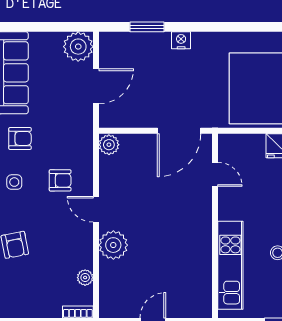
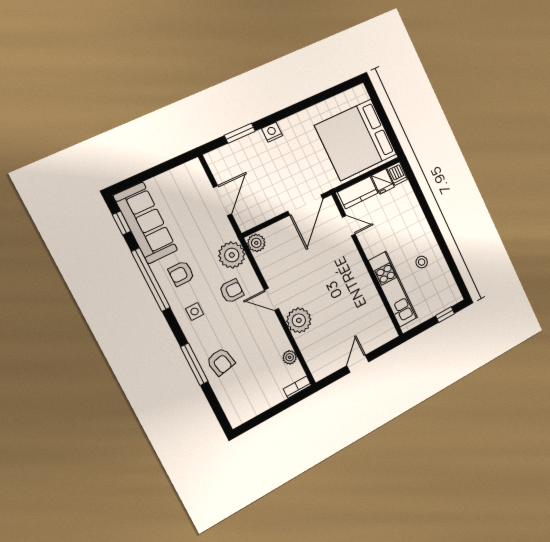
plant: (78, 47) -> (232, 255), moved
armchair: (20, 138) -> (181, 274), turned 180
kitchen counter: (242, 145) -> (358, 193), added

